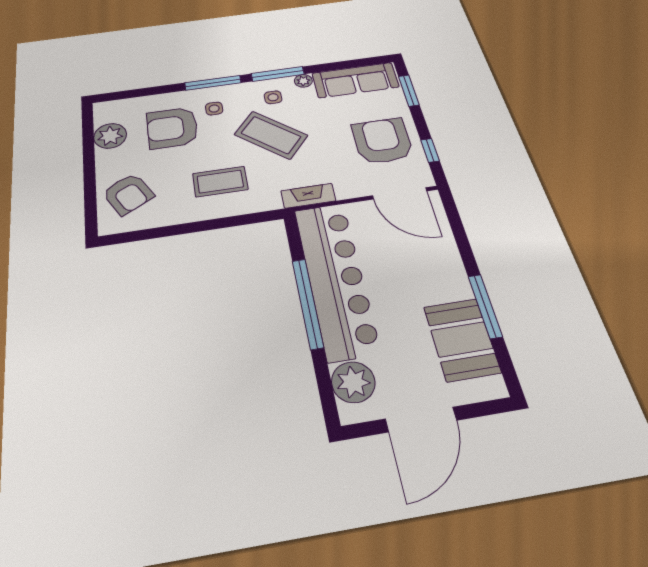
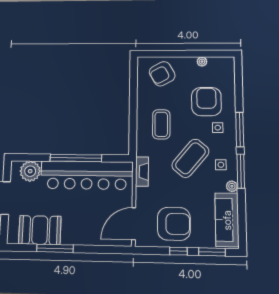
plant: (110, 136) -> (202, 62), width x0.53, depth x0.53
window: (430, 150) -> (178, 251), moved

